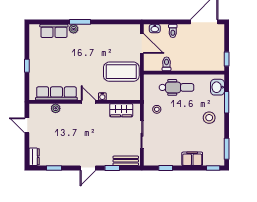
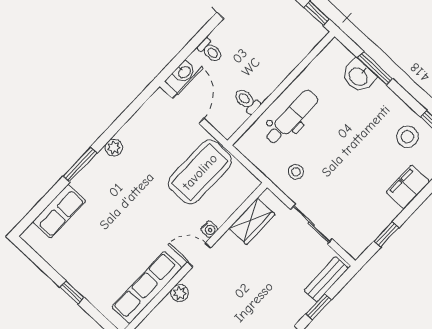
plant: (74, 29) -> (114, 148), moved
door: (142, 44) -> (188, 108), hinge flipped
washbasin: (218, 87) -> (359, 76), moved
plant: (56, 108) -> (180, 293), moved
stool: (209, 118) -> (407, 137), moved

